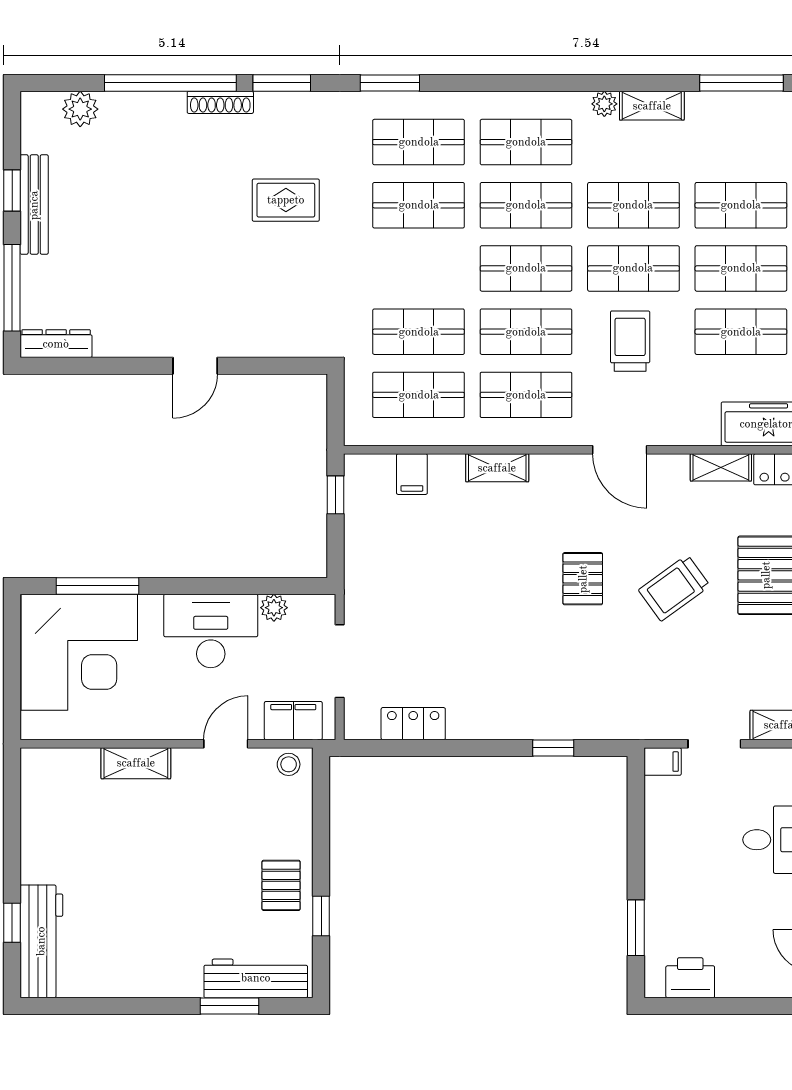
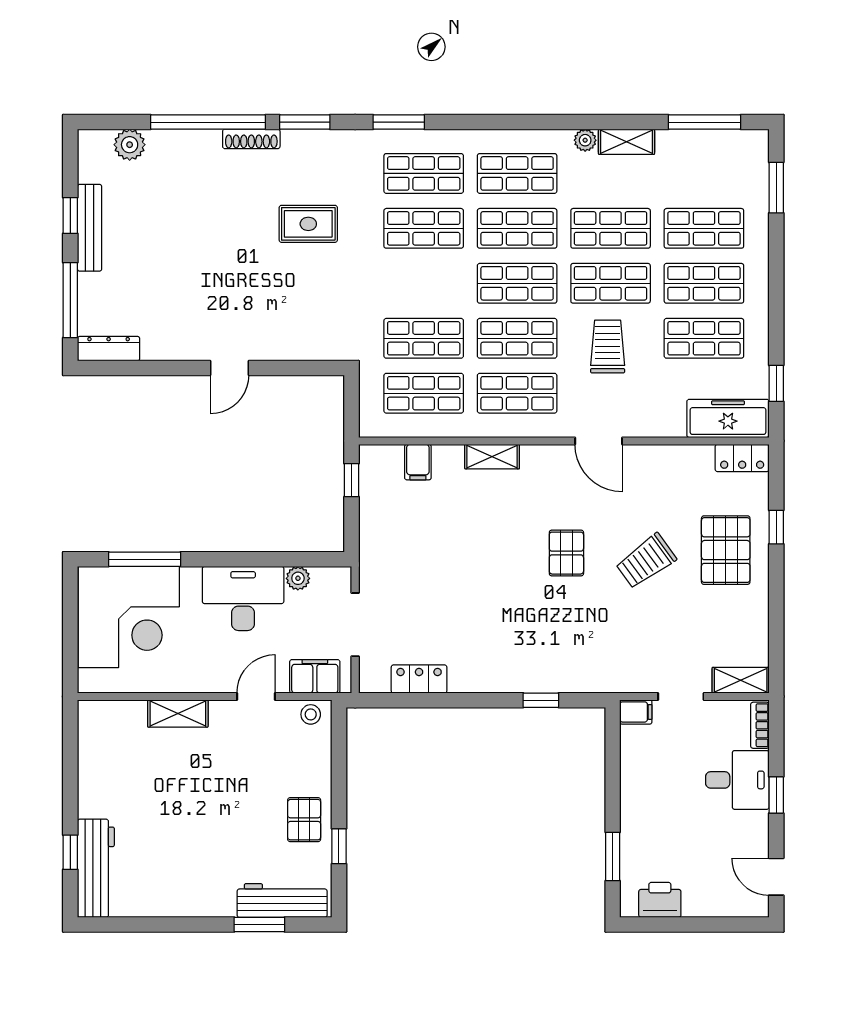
shelving: (721, 467) -> (686, 456), removed

